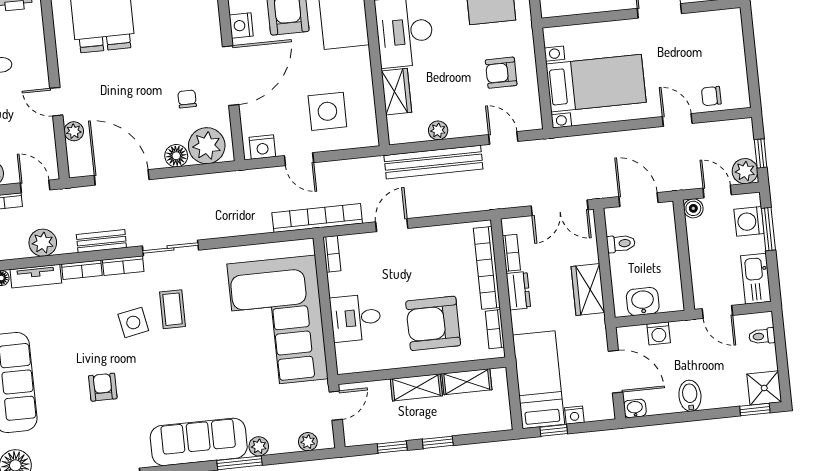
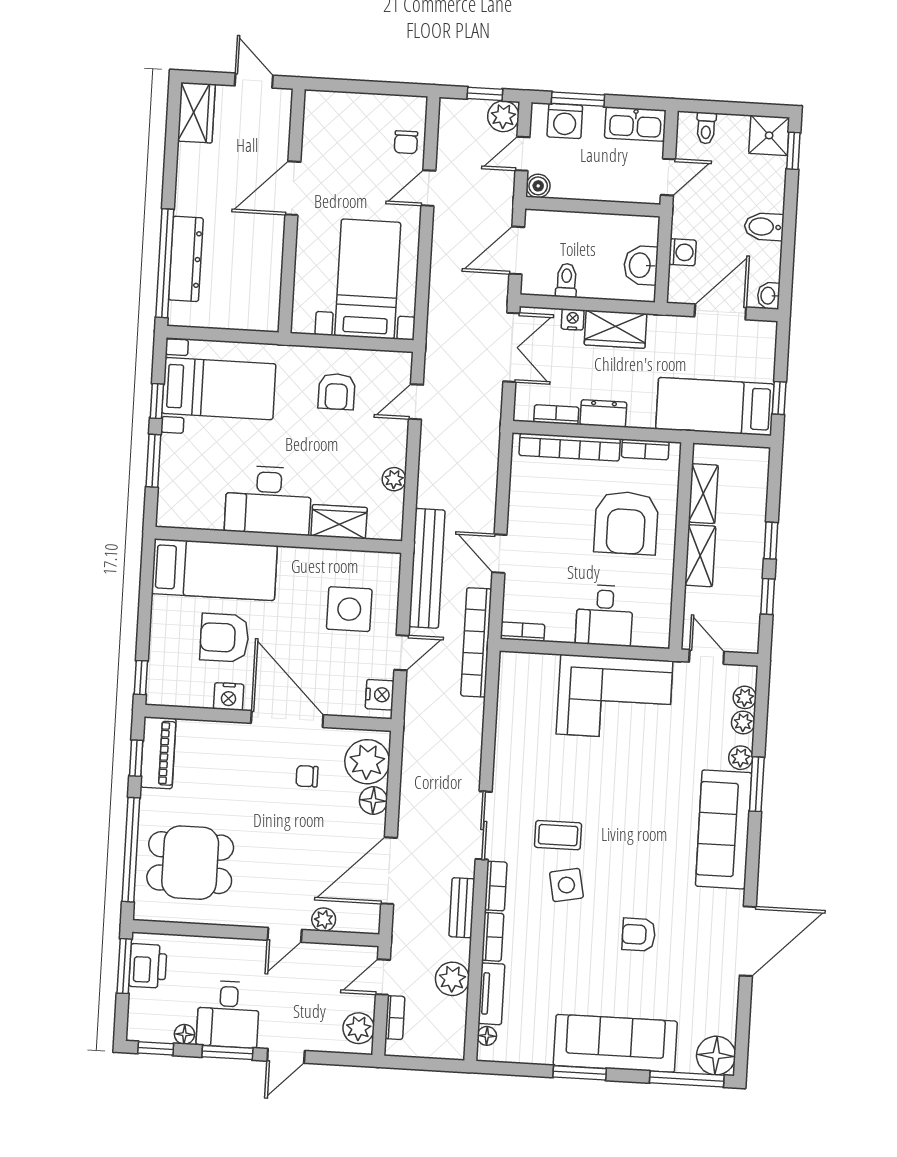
bench: (433, 162) -> (427, 568), moved
corner sofa: (278, 321) -> (615, 697), width x0.73, depth x0.74
nightstand: (574, 415) -> (573, 319), moved, turned -90
plant: (287, 444) -> (743, 722), added

